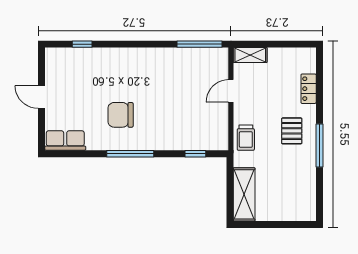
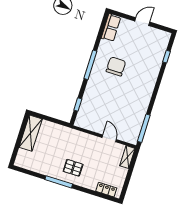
locker: (309, 89) -> (106, 190), moved
trolley: (246, 138) -> (78, 138), removed
shelving: (244, 194) -> (31, 133), moved, turned 90

